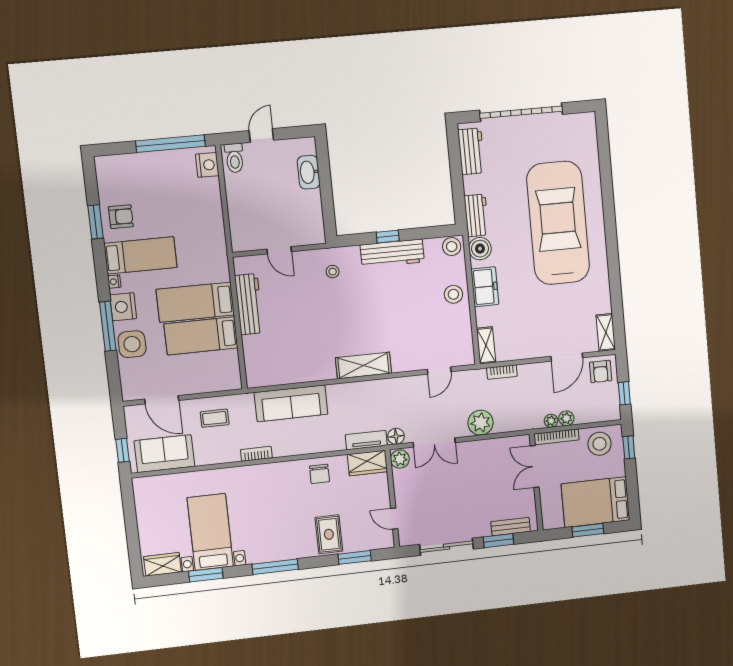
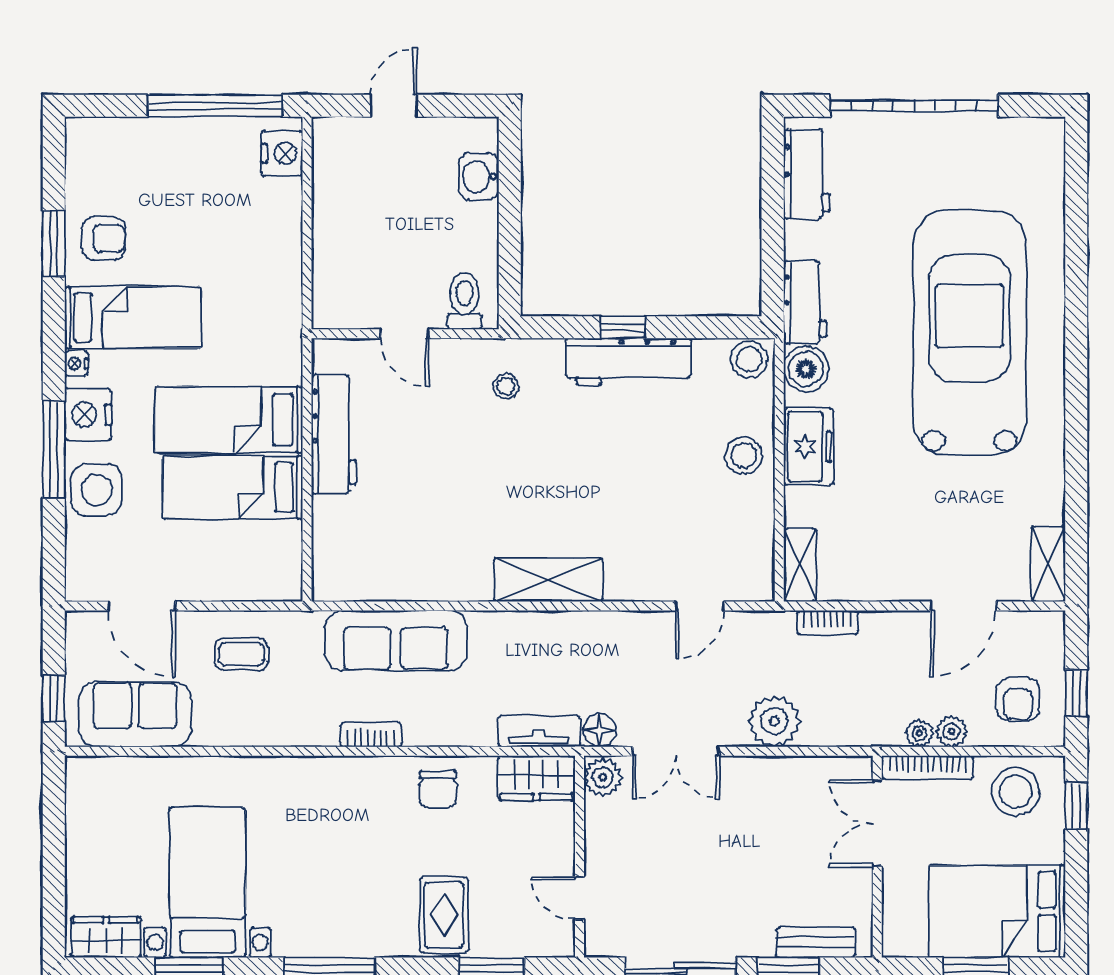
toilet: (234, 158) -> (464, 301), moved, turned 180
washbasin: (309, 172) -> (479, 177), width x0.72
armchair: (601, 371) -> (1018, 699), moved
bookcase: (256, 454) -> (371, 735), moved

